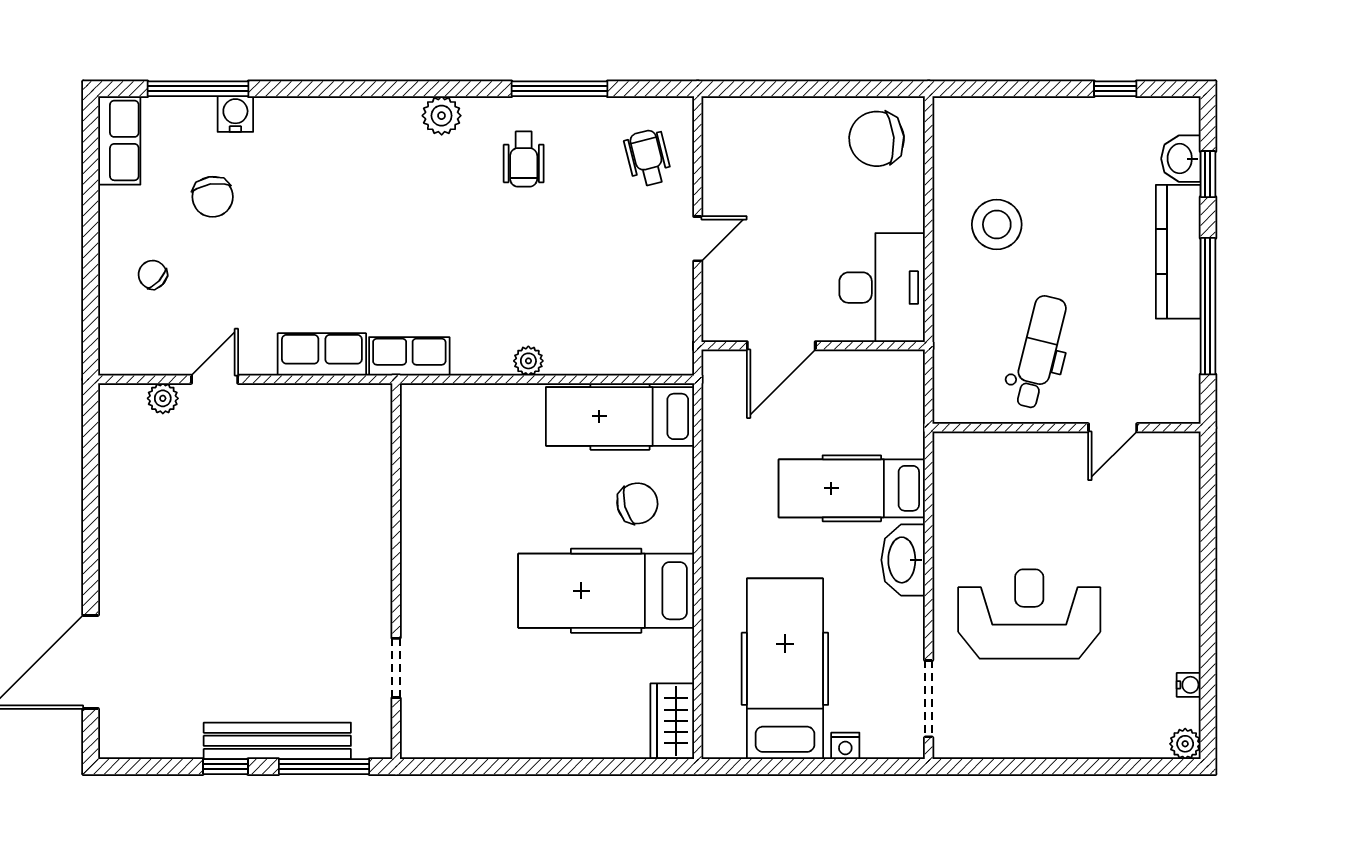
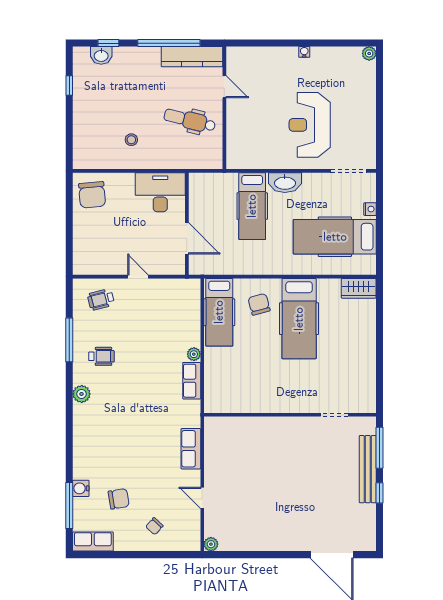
stool: (997, 224) -> (131, 140), width x0.53, depth x0.53
kitchen counter: (1178, 252) -> (192, 57), moved
row of seats: (409, 356) -> (192, 381), moved
plant: (163, 398) -> (211, 544), moved
water cooler: (1189, 685) -> (304, 52), moved

